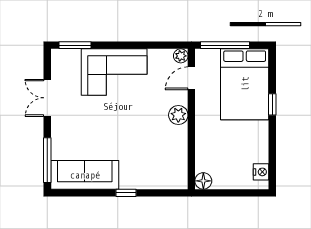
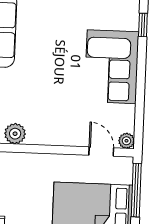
window: (75, 45) -> (143, 25), width x0.67
plant: (178, 115) -> (15, 134), moved

